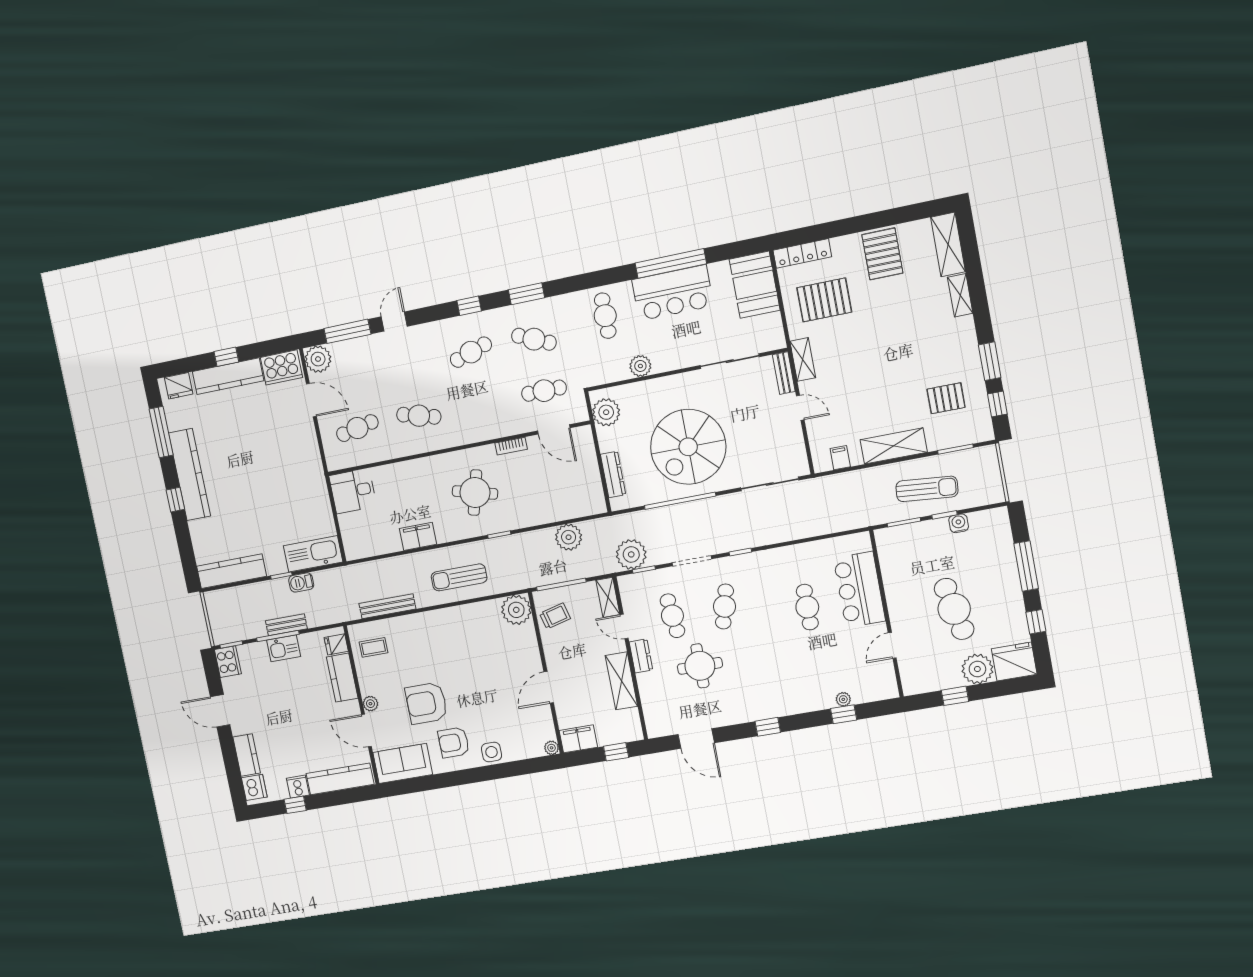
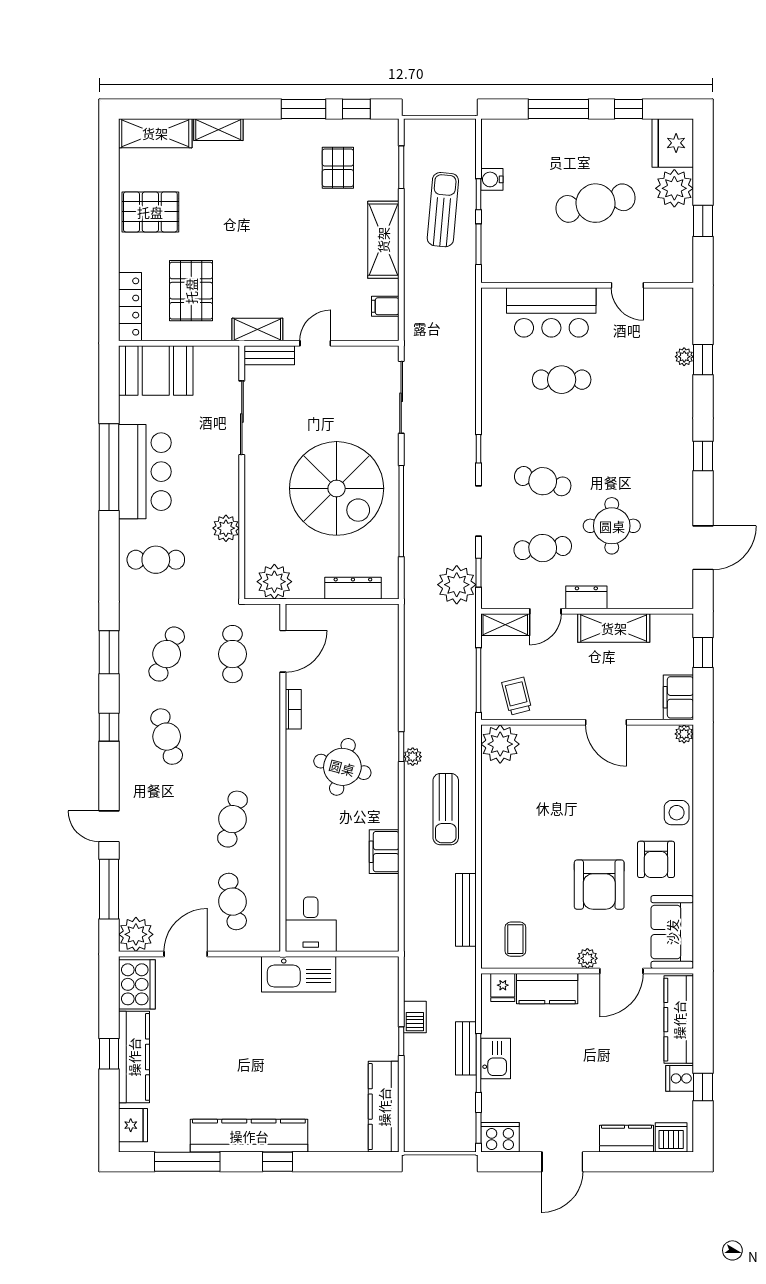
plant: (569, 537) -> (413, 757), moved, width x0.53, depth x0.53
kitchen sink: (313, 554) -> (299, 974), moved, turned -90

